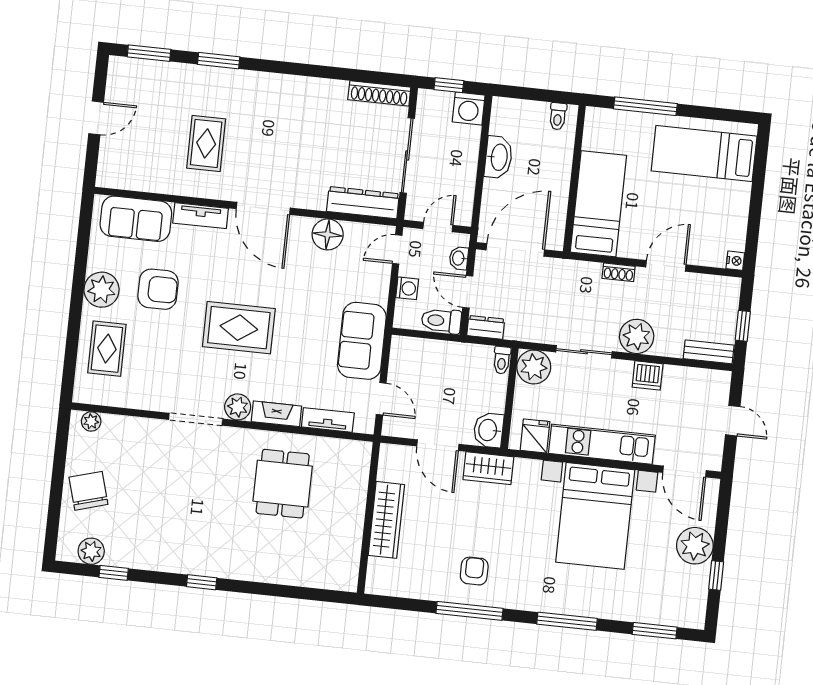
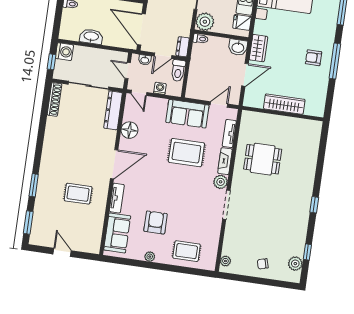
plant: (102, 290) -> (150, 257), width x0.53, depth x0.53
rug: (239, 328) -> (186, 153), moved, turned 90
chair: (88, 491) -> (263, 264), width x0.54, depth x0.54

